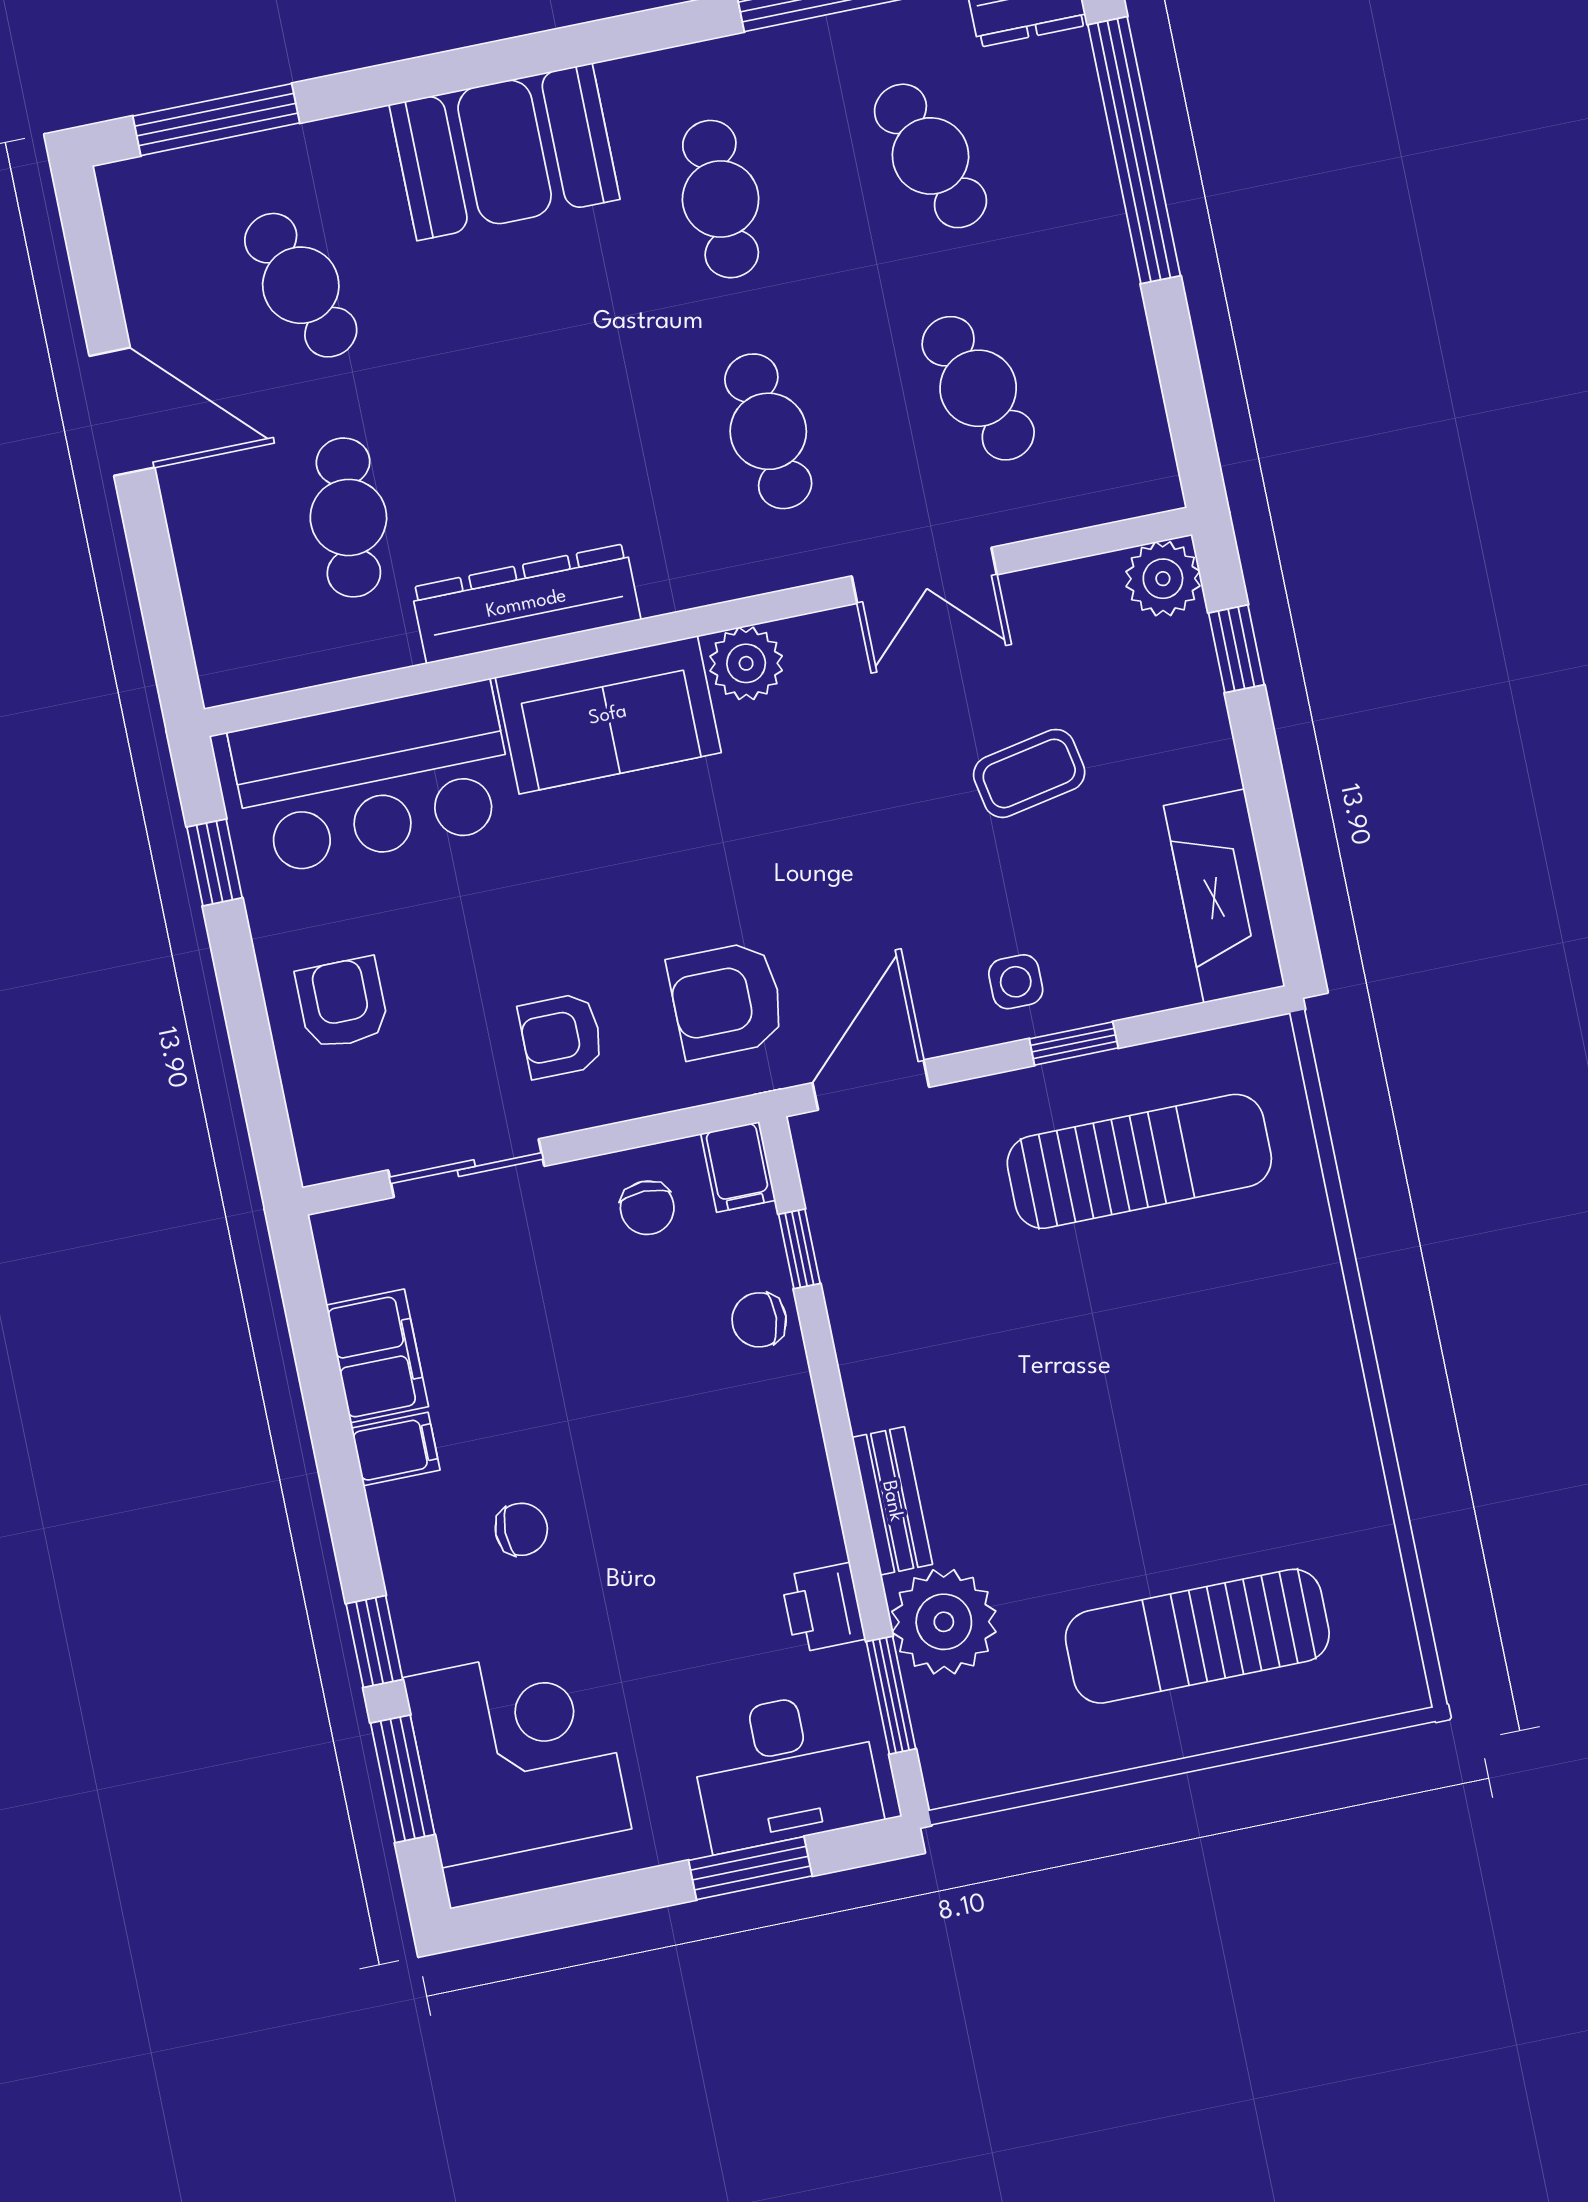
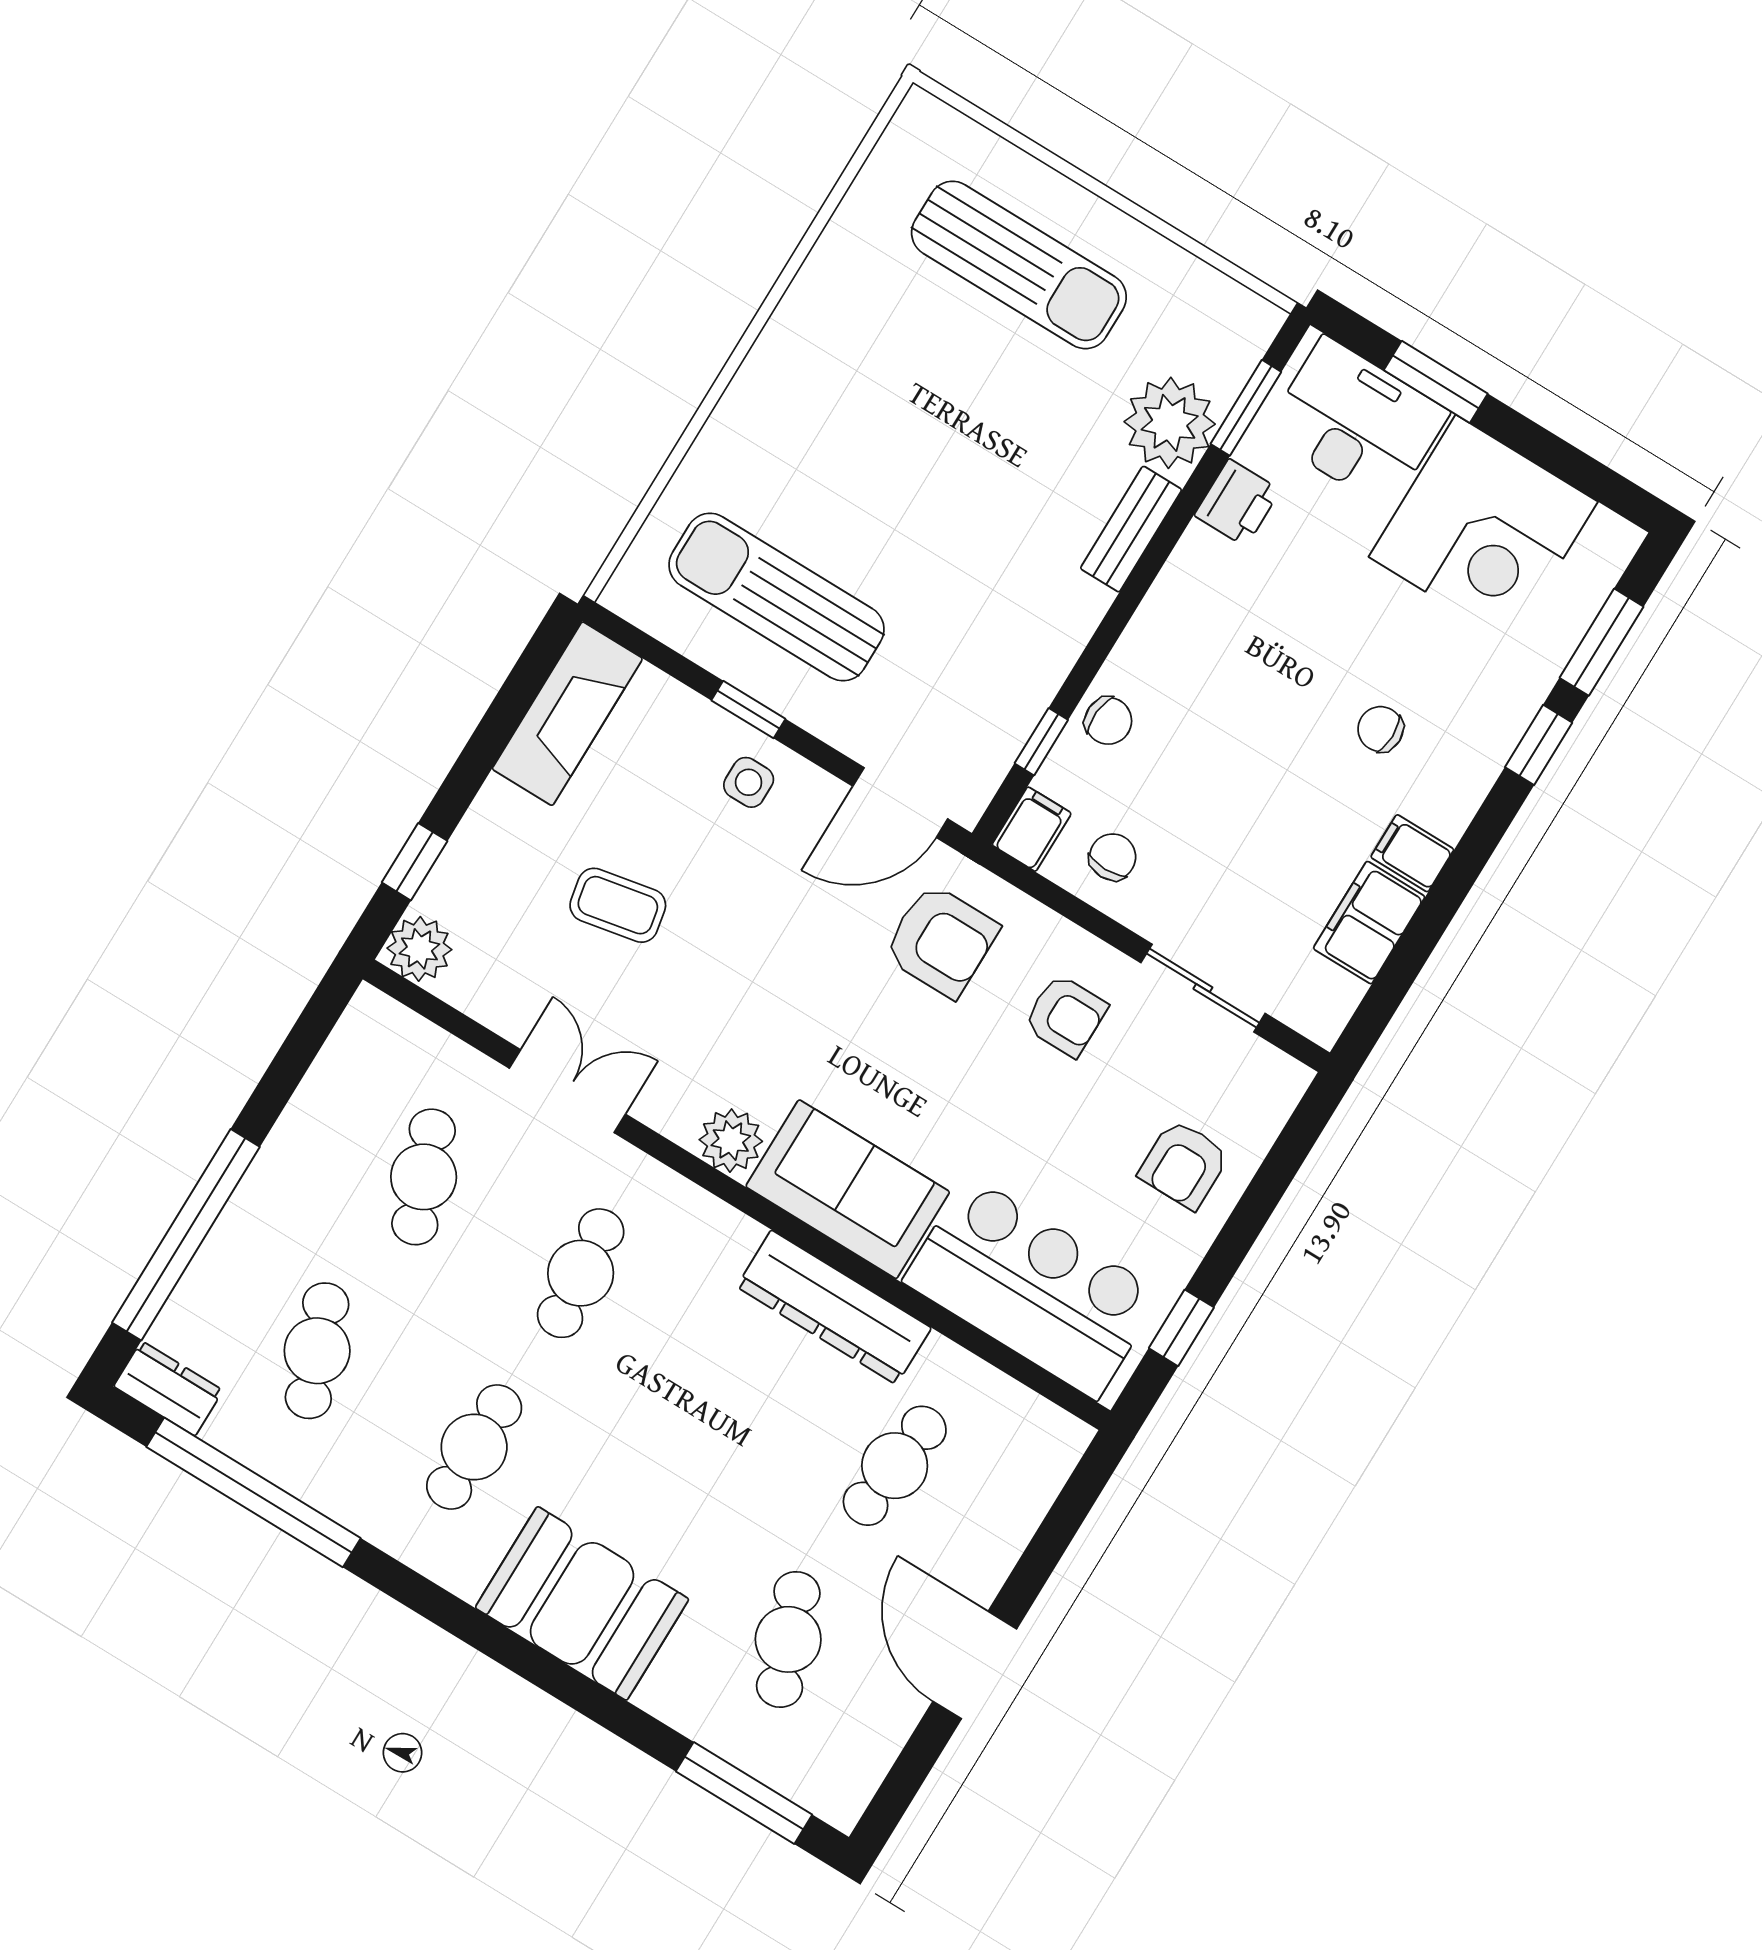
corner desk: (517, 1753) -> (1483, 529), moved, turned -90

